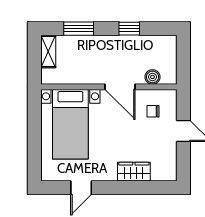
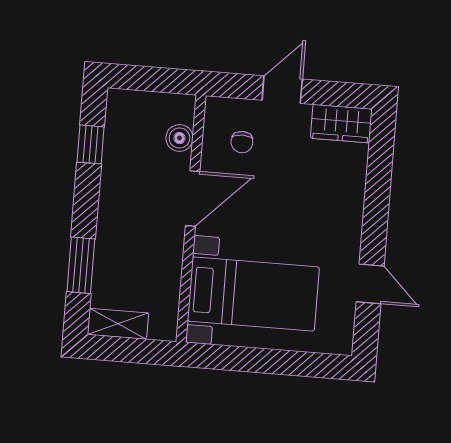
window: (129, 29) -> (91, 144), moved
wardrobe: (134, 172) -> (341, 124), moved, turned -90

